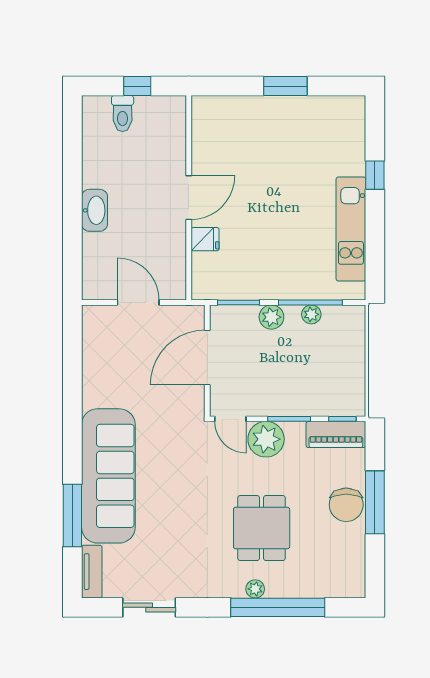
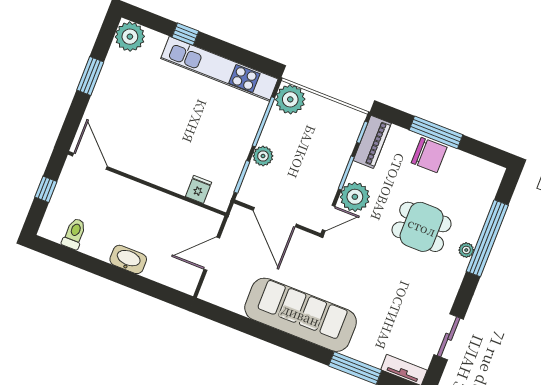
toilet: (123, 113) -> (74, 234), moved, turned -90
plant: (348, 113) -> (130, 37), added
door: (189, 198) -> (90, 161), moved
kitchen unit: (351, 229) -> (219, 69), width x1.36
fridge: (205, 239) -> (199, 189), moved
plant: (311, 314) -> (290, 99), moved, width x1.87, depth x1.87
sofa: (108, 476) -> (301, 315), moved

